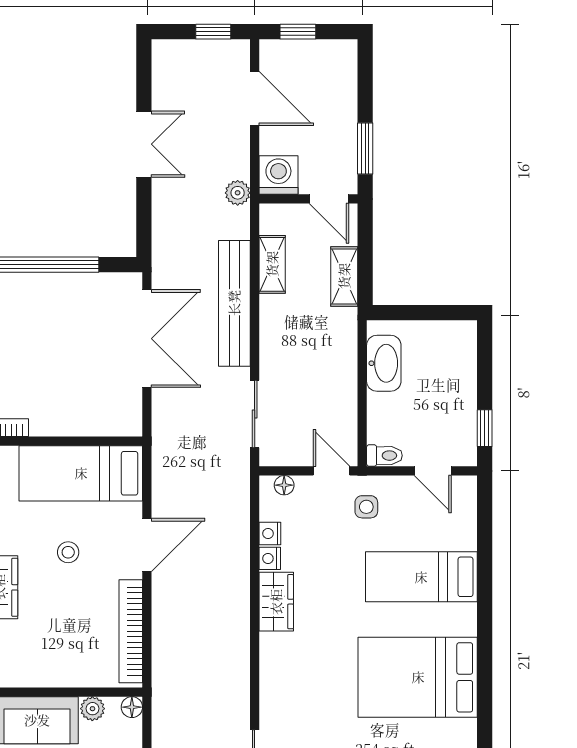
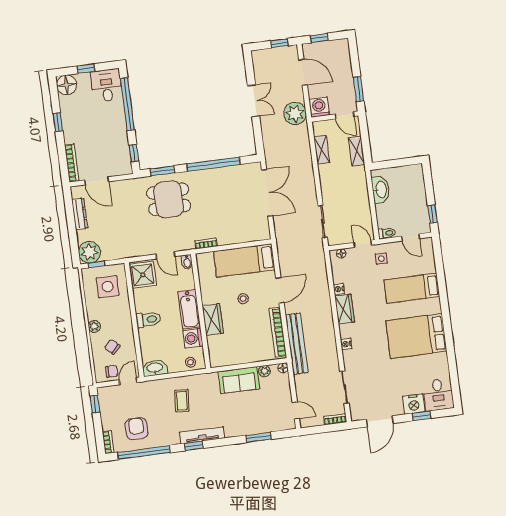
plant: (238, 193) -> (295, 114), width x1.87, depth x1.87
bench: (234, 303) -> (297, 344), moved
nightstand: (270, 533) -> (346, 344), moved

